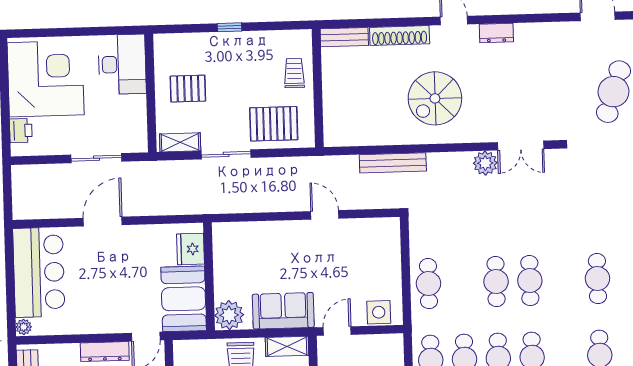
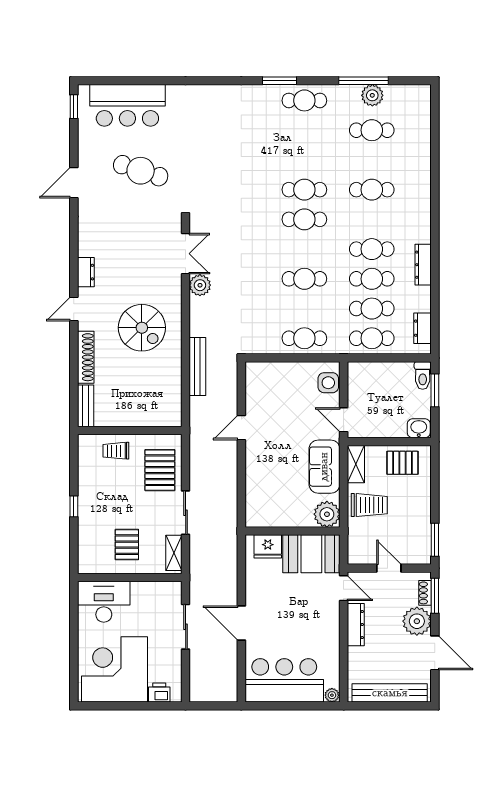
cafe table: (530, 281) -> (304, 219), moved

